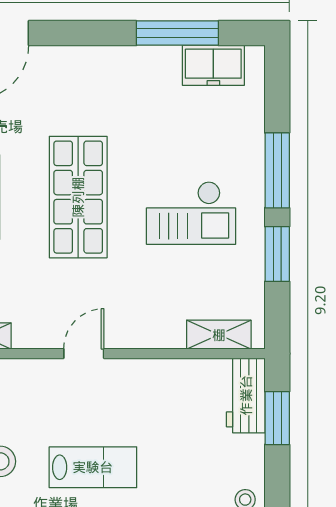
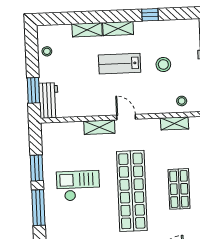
shop shelf: (78, 197) -> (132, 191), width x1.40
shelving: (219, 335) -> (99, 127), moved
door: (84, 354) -> (126, 117), swing flipped

